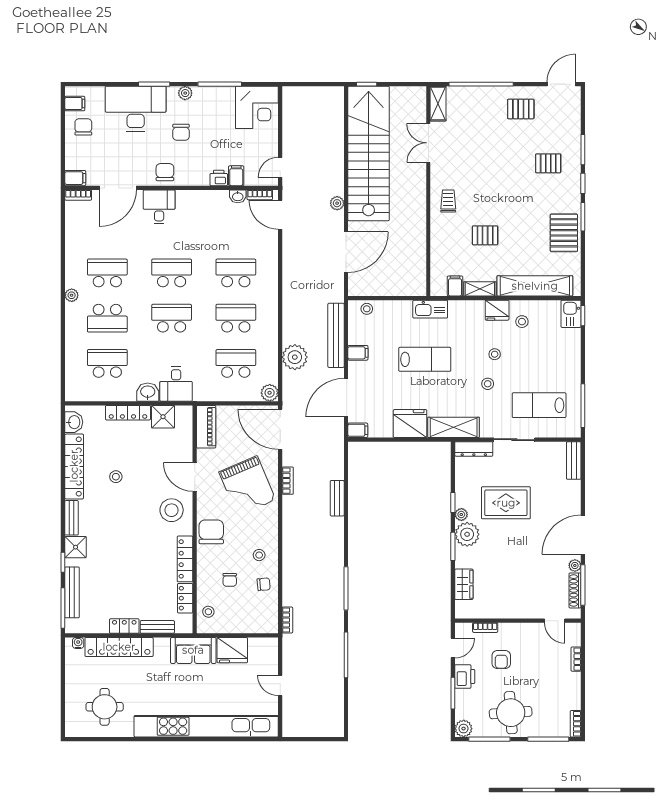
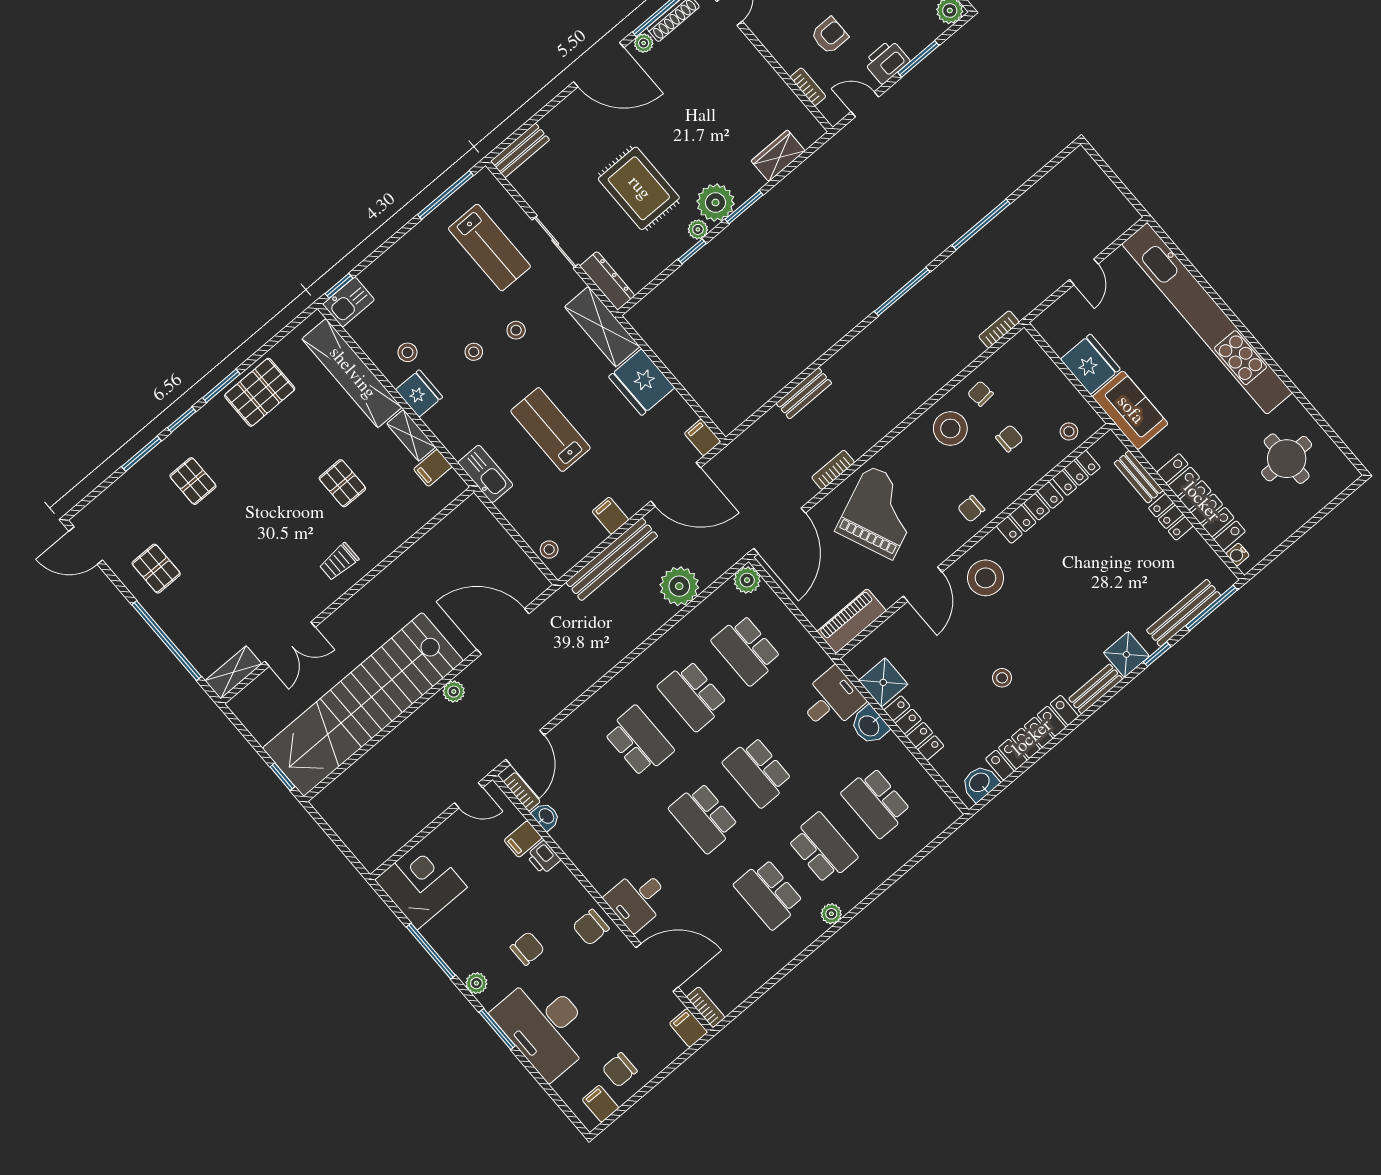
school desk: (236, 273) -> (639, 741), turned 180
chair: (211, 532) -> (971, 509), width x0.54, depth x0.54
stool: (259, 555) -> (950, 428), width x1.89, depth x1.89

